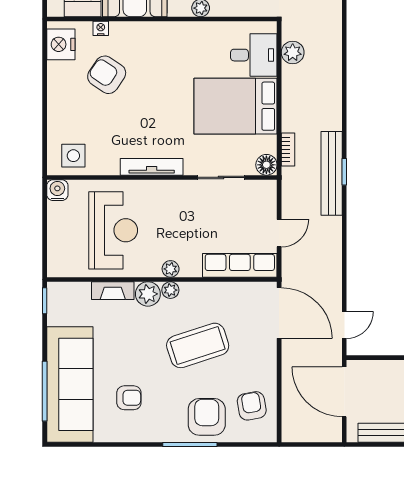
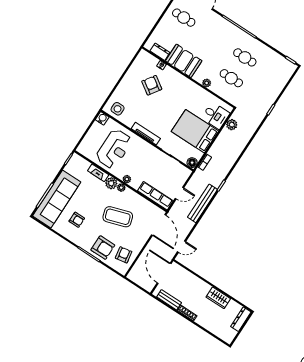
nightstand: (61, 44) -> (141, 61), removed
bench: (332, 173) -> (203, 203), moved
armchair: (207, 417) -> (103, 248), turned 90

